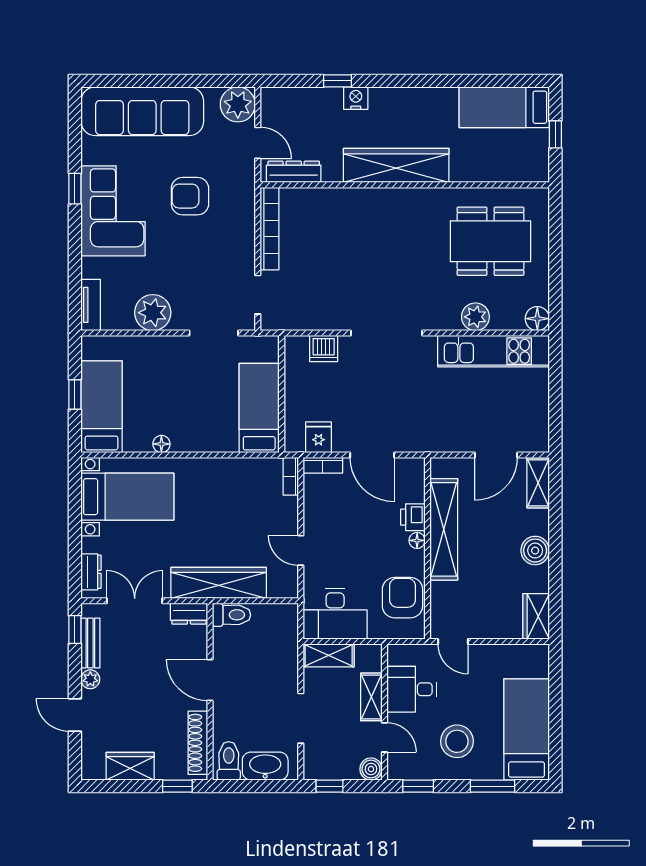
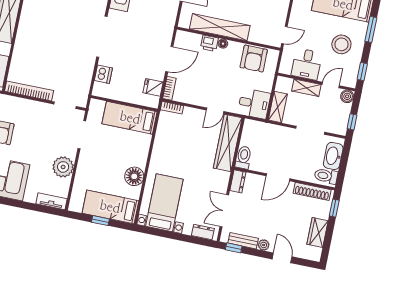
floor lamp: (161, 444) -> (134, 176), width x1.89, depth x1.89
wardrobe: (219, 583) -> (228, 143), moved
armchair: (402, 598) -> (254, 59), turned -90
desk: (335, 614) -> (254, 104), width x0.73
door: (75, 715) -> (282, 258), swing flipped

